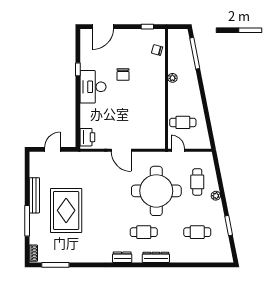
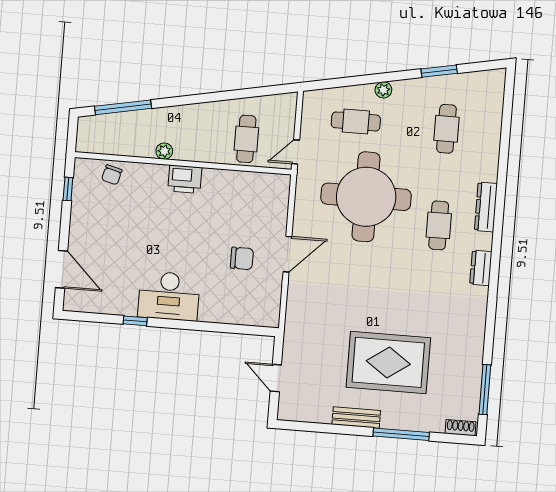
chair: (123, 75) -> (242, 258), moved
printer: (87, 137) -> (185, 179), moved, turned 180
bench: (34, 195) -> (356, 418), width x0.73

